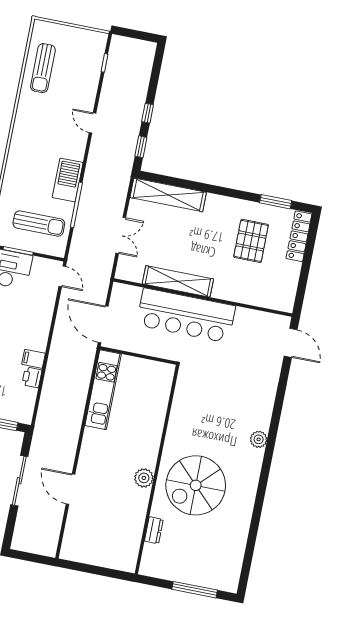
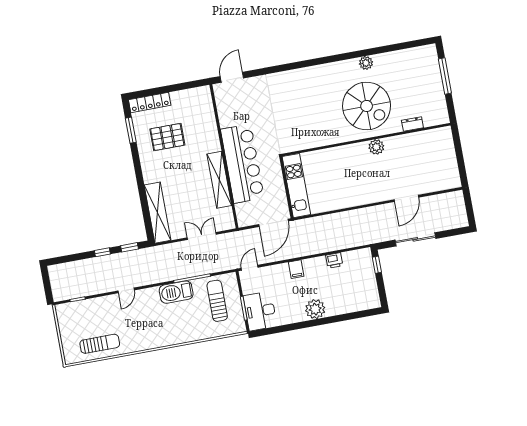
filing cabinet: (33, 359) -> (296, 269), moved
kitchen unit: (103, 390) -> (296, 186), moved, turned 90
plant: (259, 439) -> (366, 63), moved

